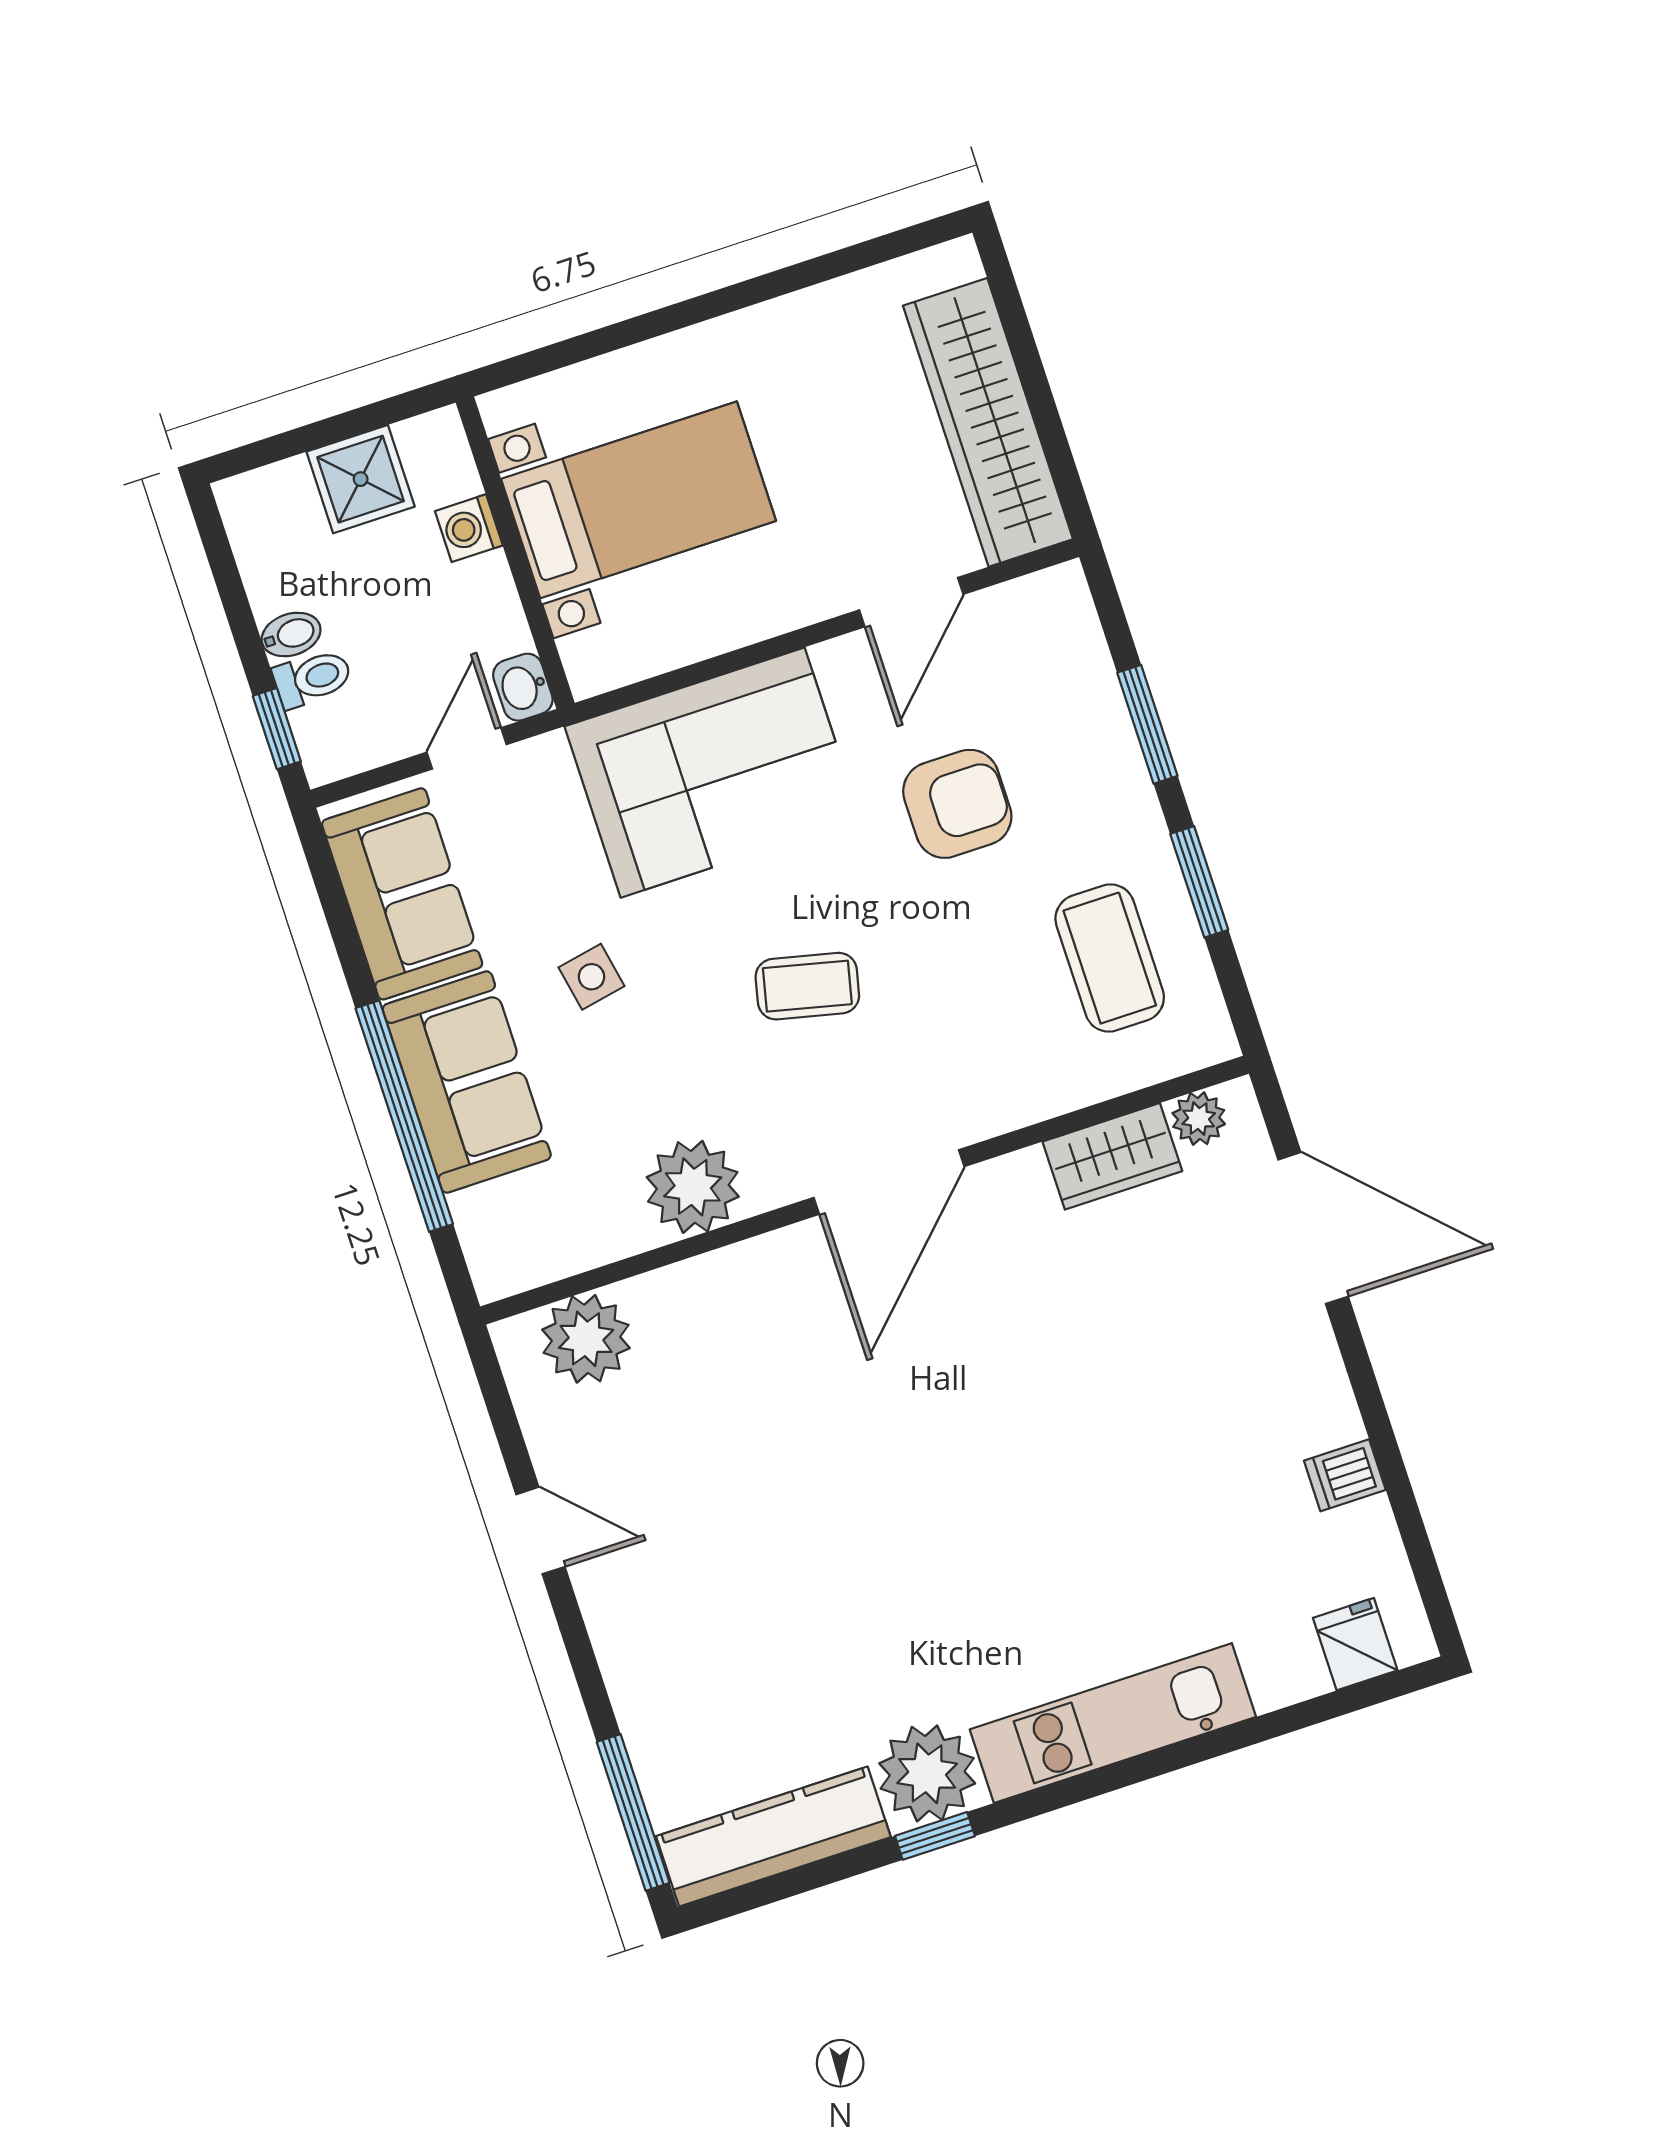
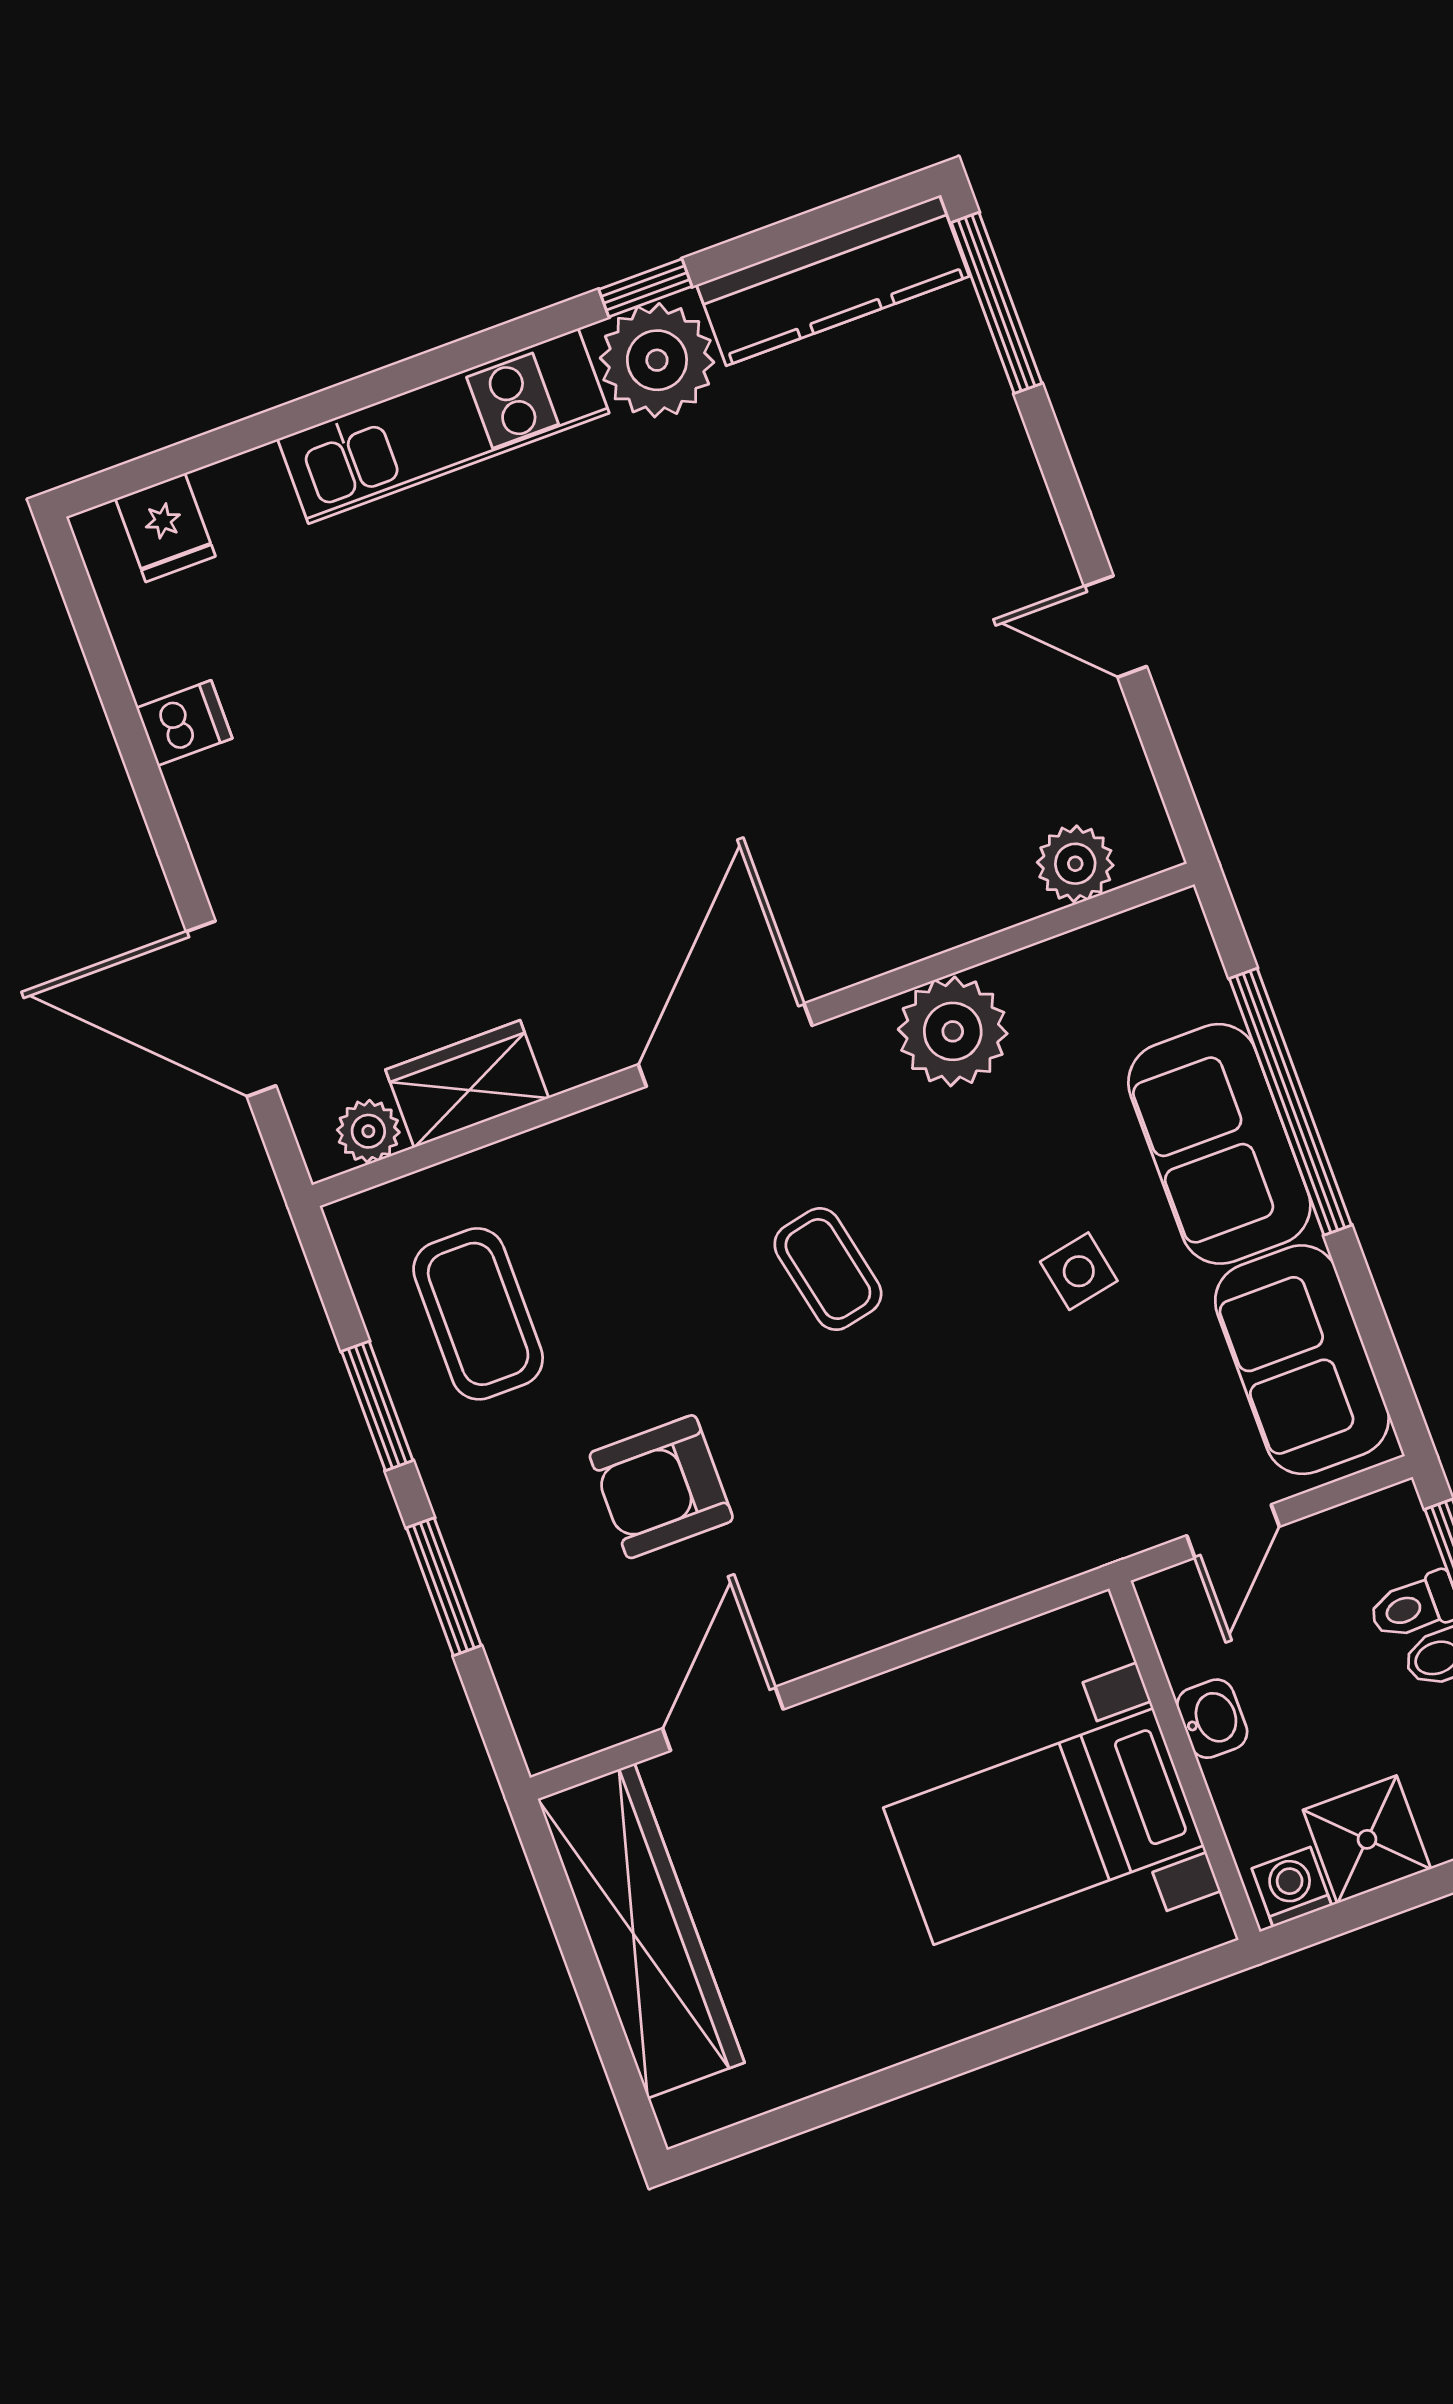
washing machine: (469, 528) -> (1292, 1887), moved, turned -90
washbasin: (523, 687) -> (1212, 1719), moved
corner sofa: (713, 773) -> (947, 1513), removed
coffee table: (807, 986) -> (828, 1269), turned 65
plant: (586, 1339) -> (1075, 864), width x0.73, depth x0.73

